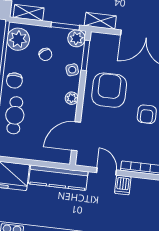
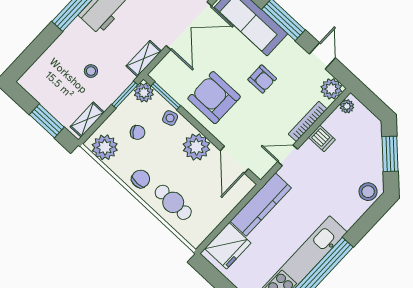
chair: (14, 81) -> (141, 179), turned -90
plant: (72, 98) -> (196, 147), width x1.87, depth x1.87
dishwasher: (123, 185) -> (322, 138), moved

